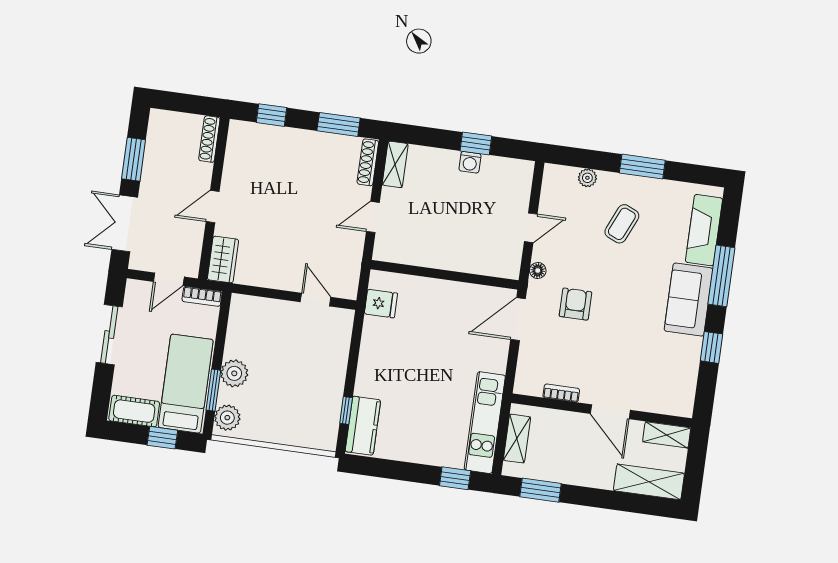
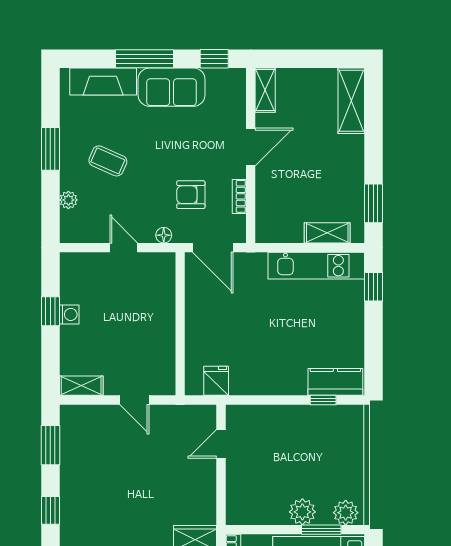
shoe rack: (368, 162) -> (83, 412), removed
bookcase: (561, 393) -> (239, 196), moved
wall: (602, 411) -> (251, 155), moved
door: (610, 412) -> (251, 147), moved
shelving: (667, 435) -> (265, 90), moved

